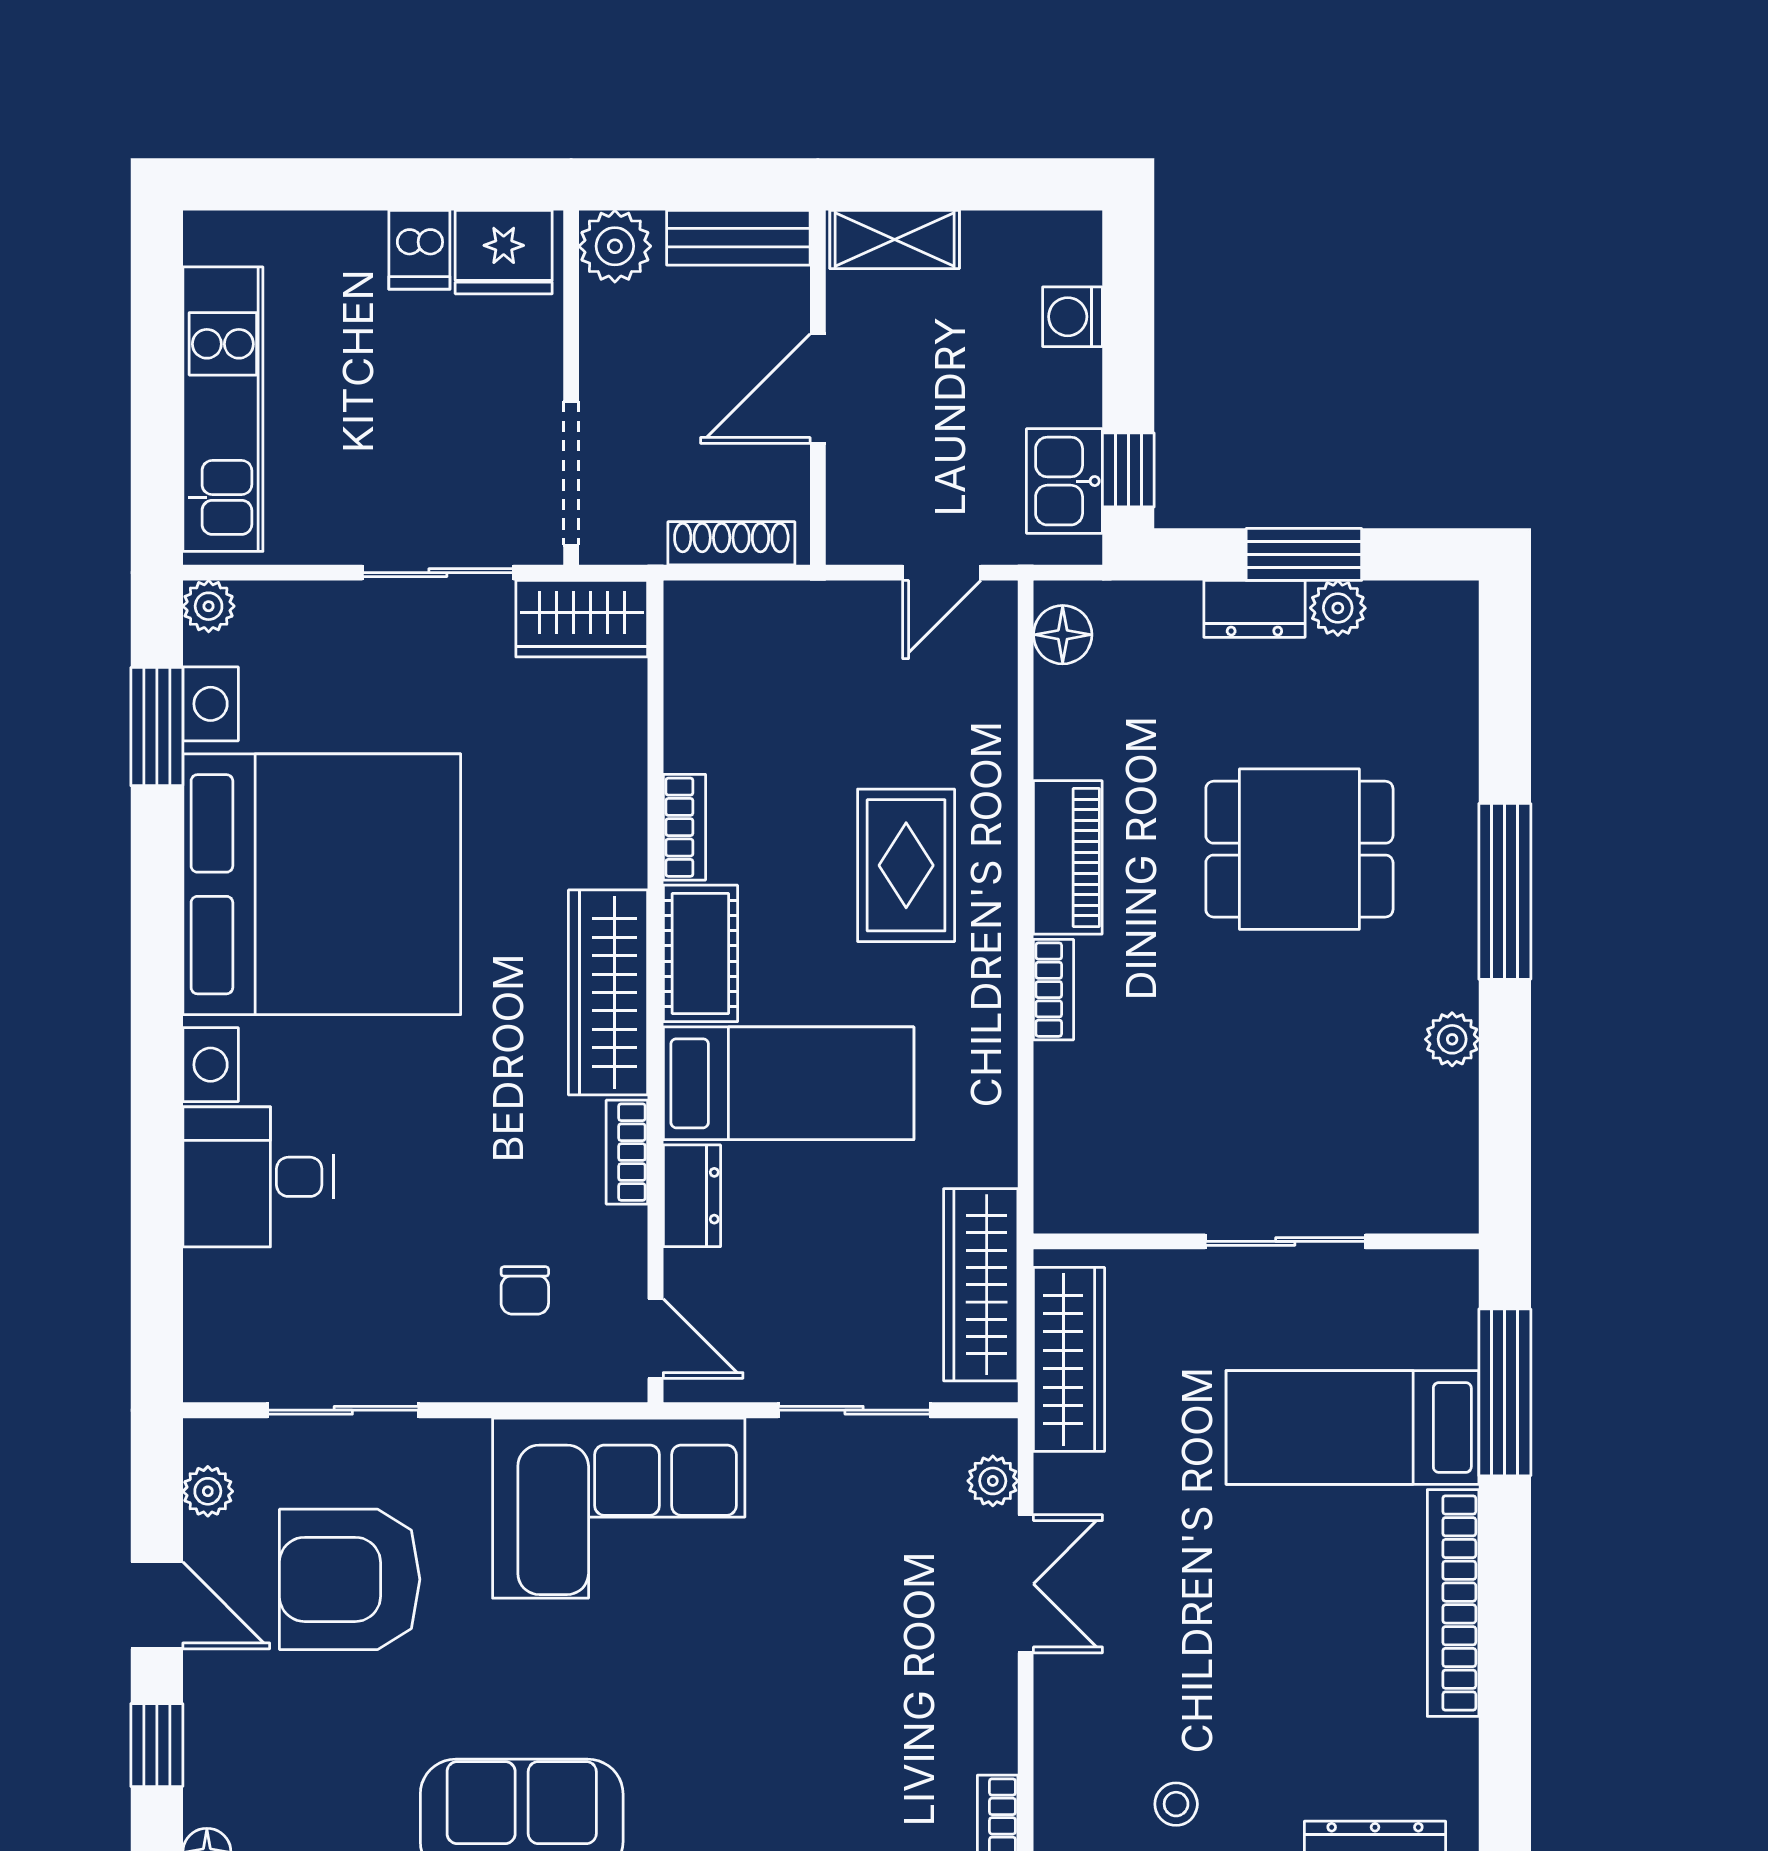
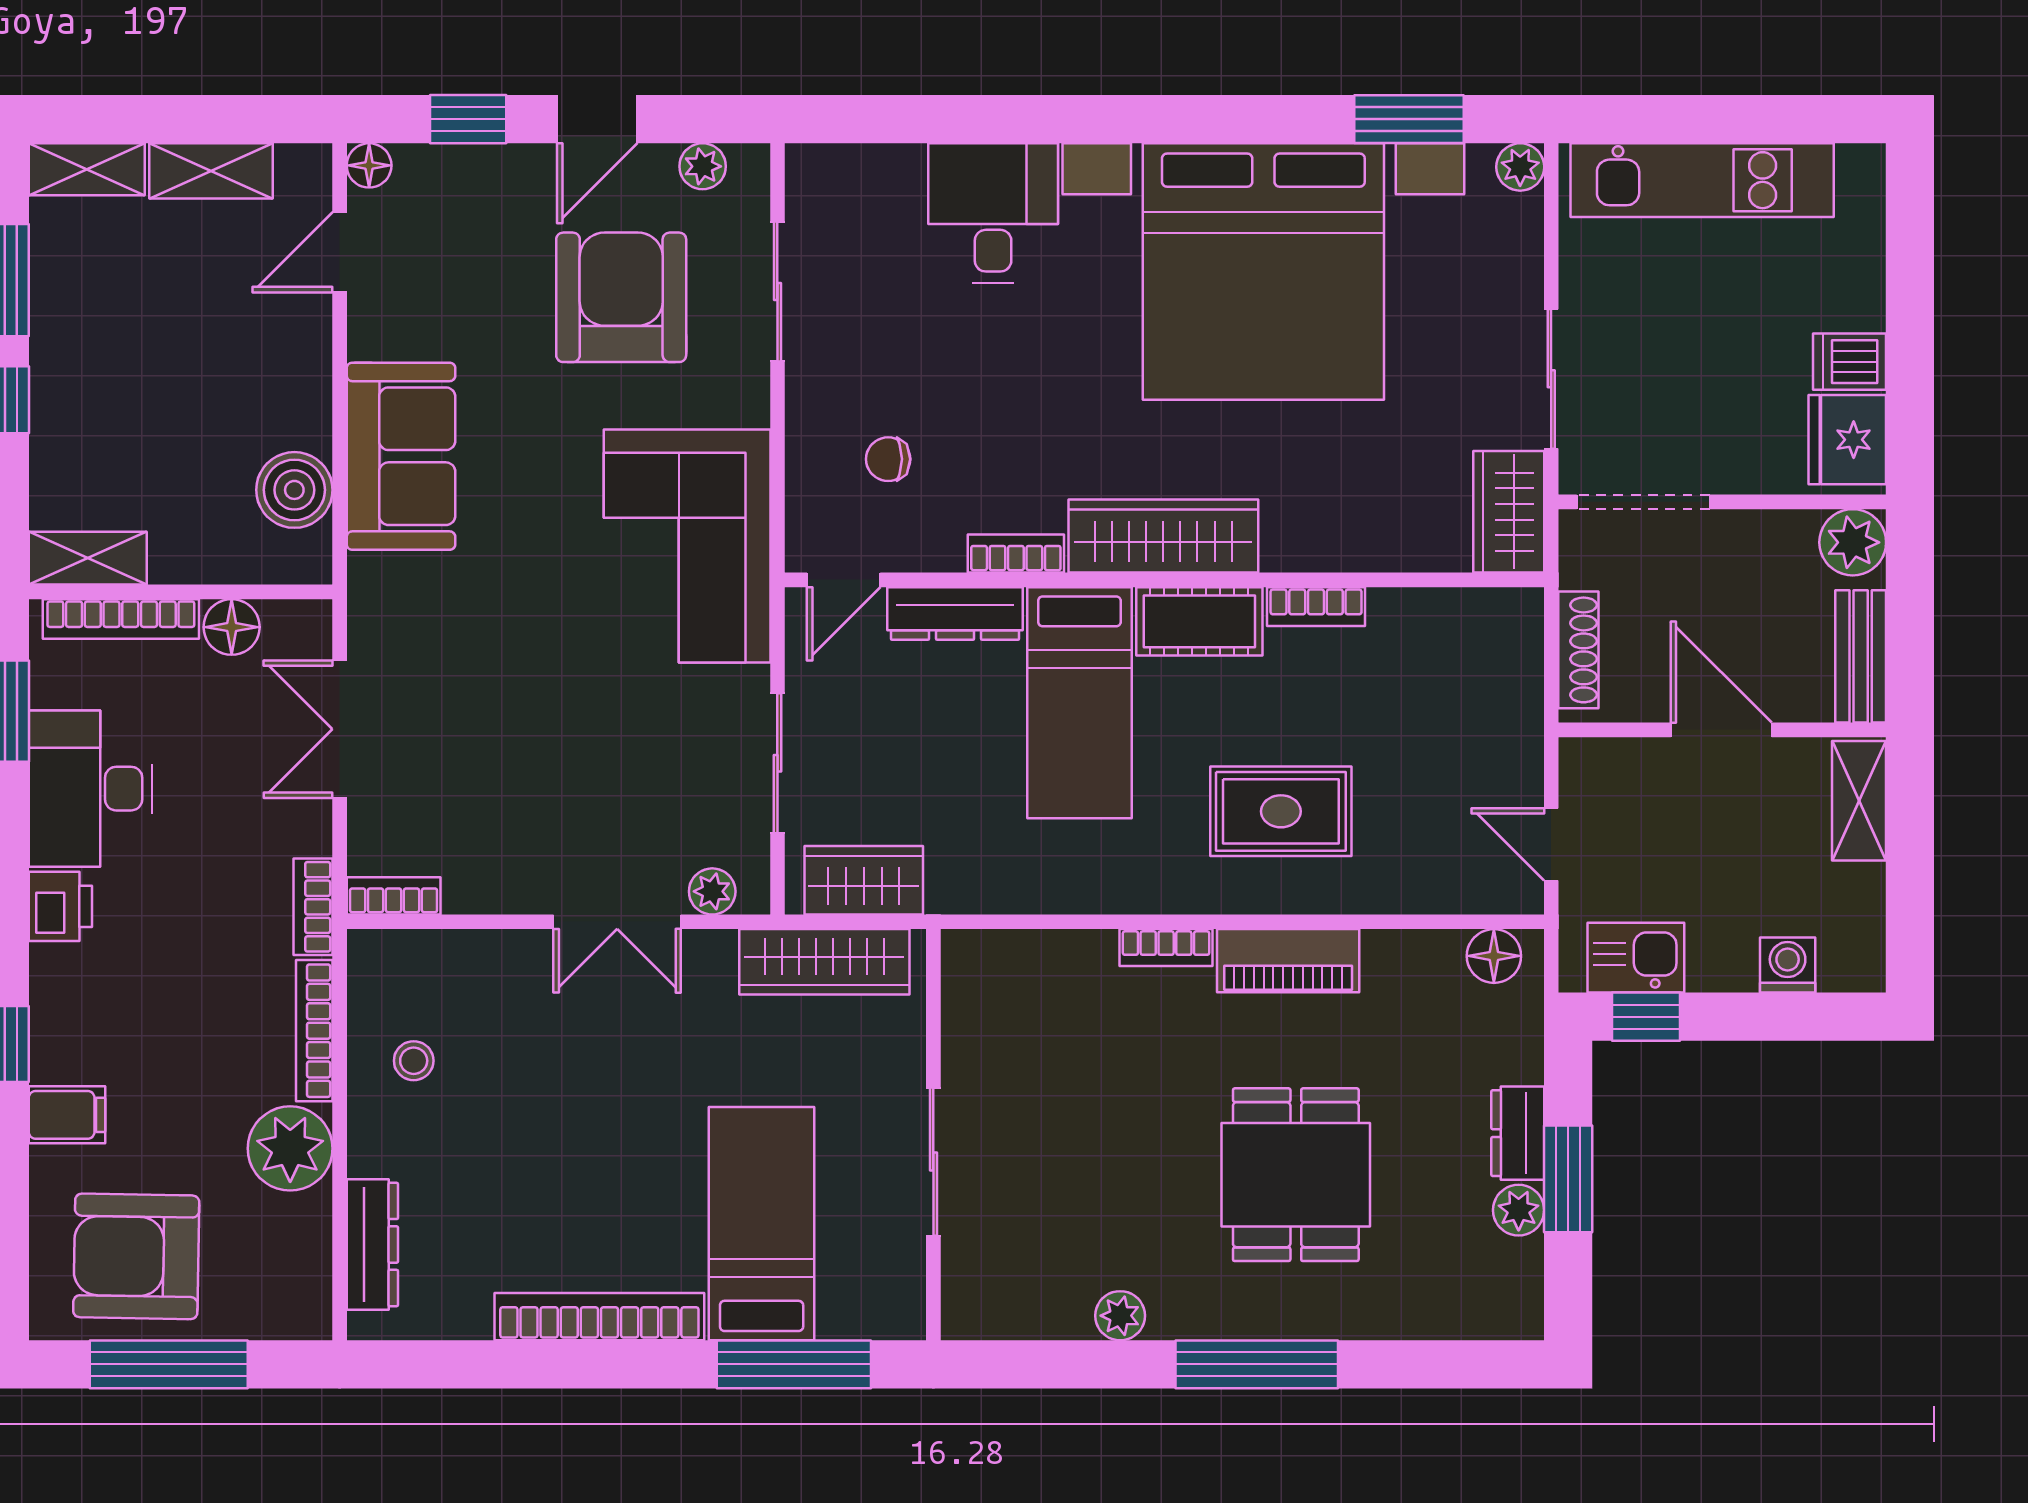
dresser: (692, 1196) -> (955, 613), width x1.44
wardrobe: (981, 1285) -> (864, 880), width x0.67

